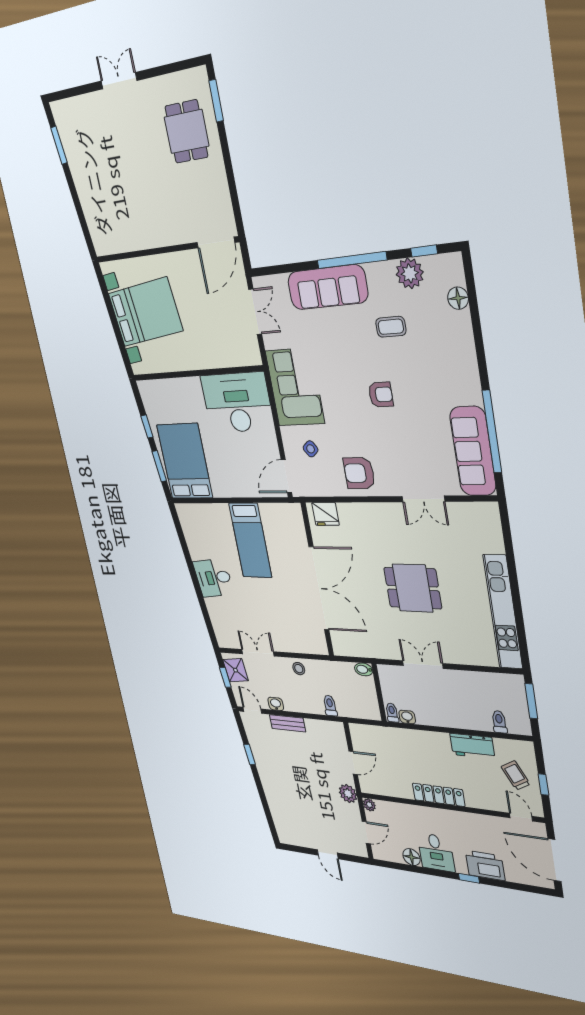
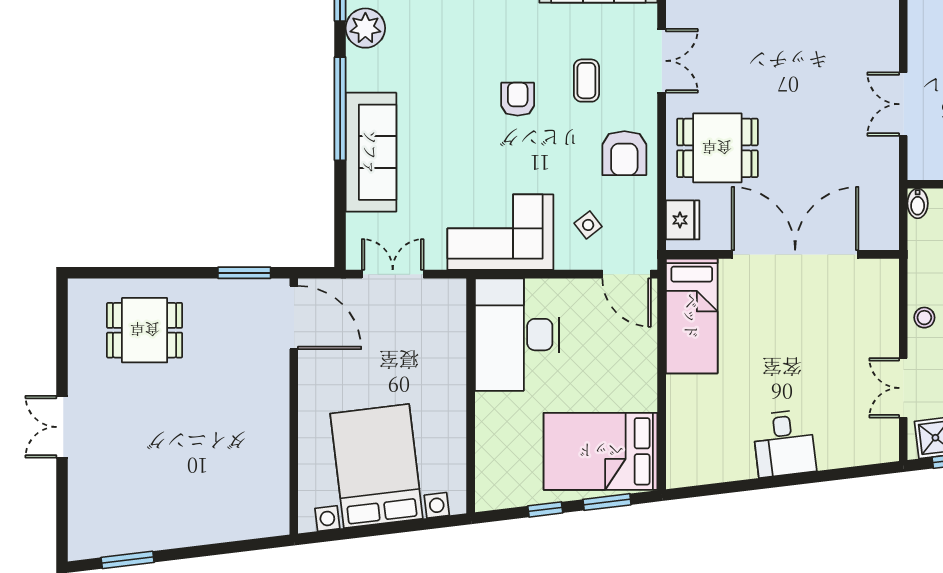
window: (216, 101) -> (244, 273), moved
coffee table: (391, 327) -> (586, 81), moved
bed: (250, 540) -> (692, 316), moved, turned 90
dining table: (413, 588) -> (717, 148), moved, turned 90

